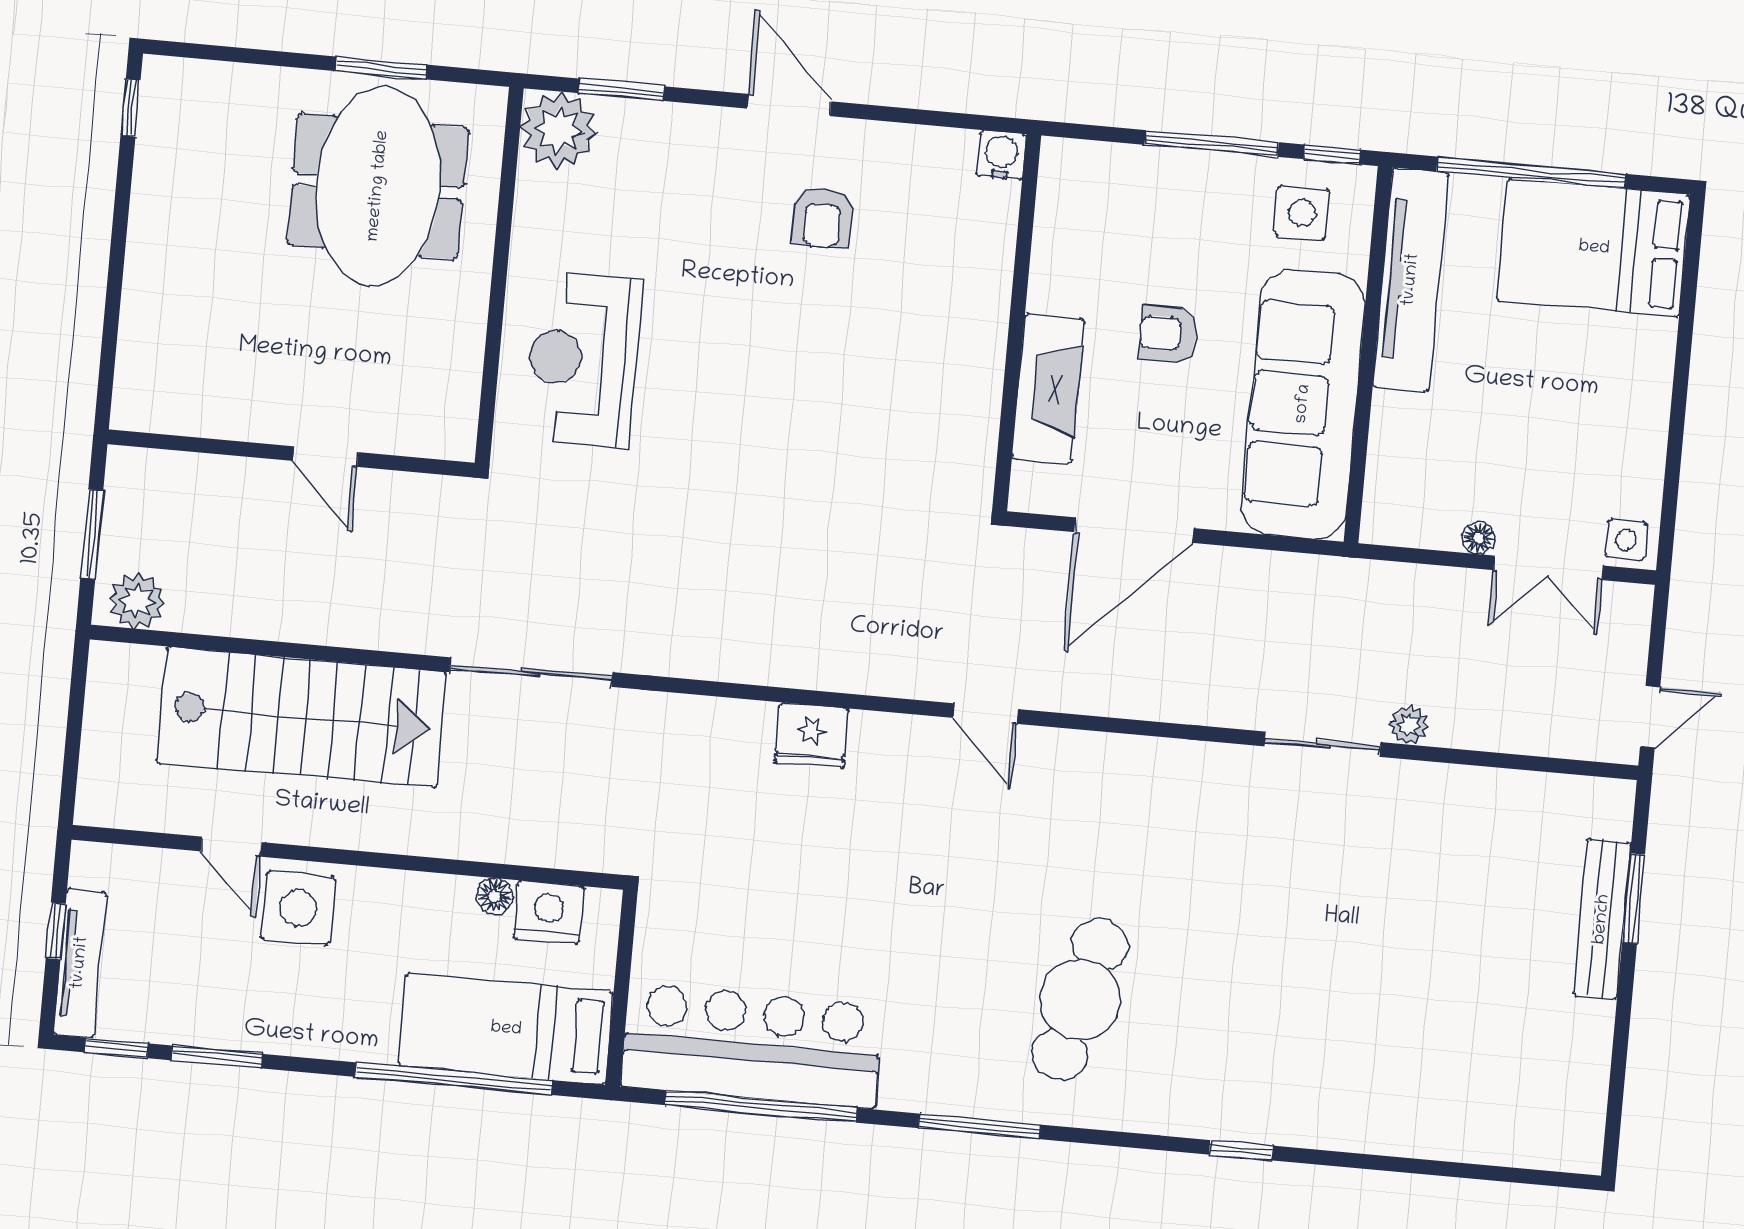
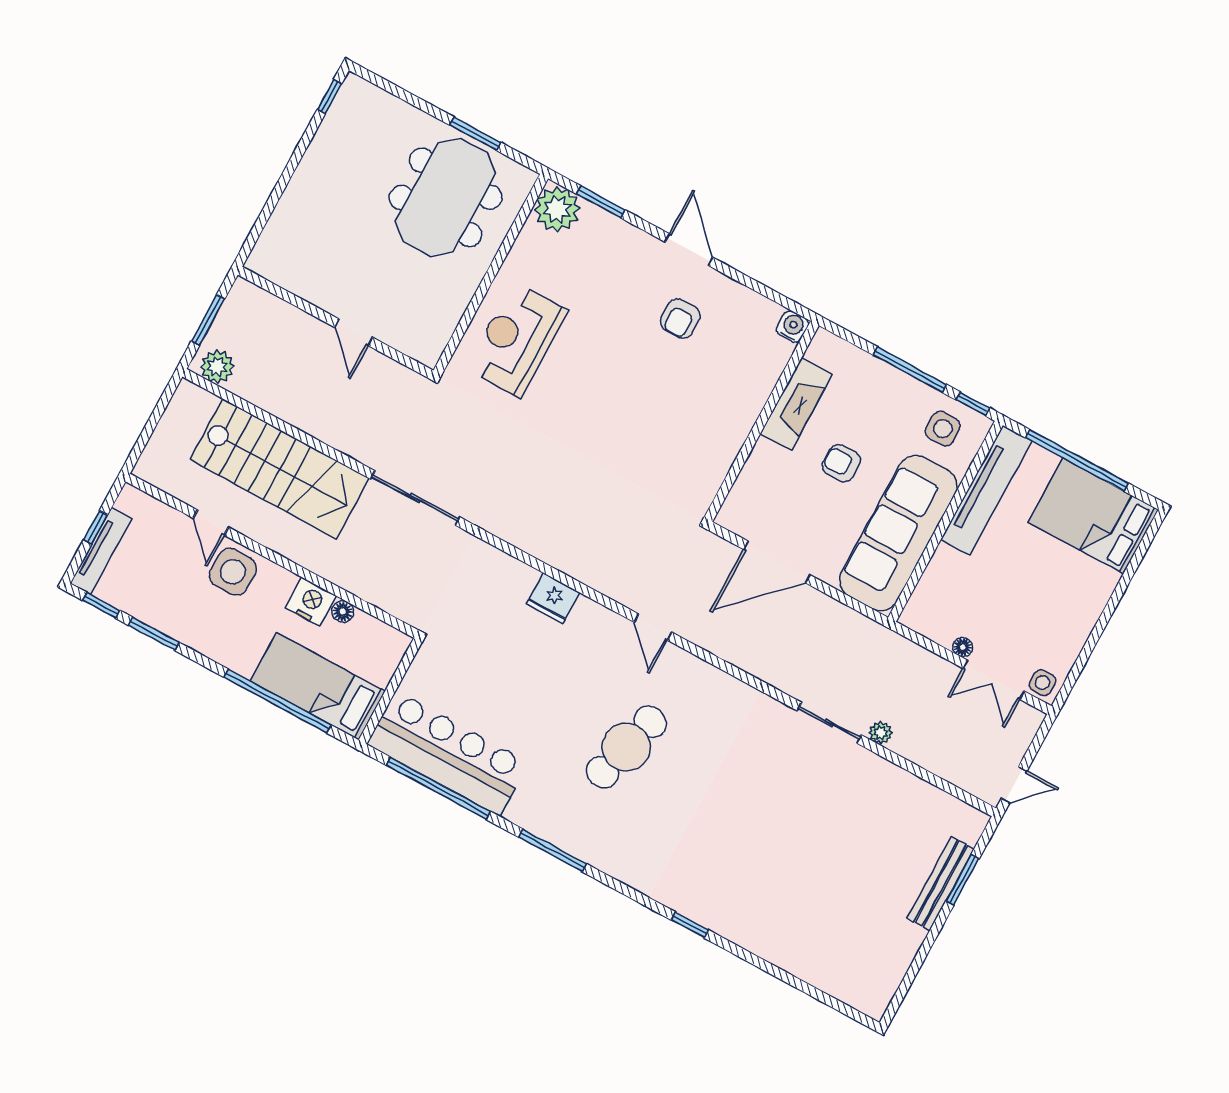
fireplace: (1048, 389) -> (796, 404), moved
nightstand: (549, 913) -> (311, 602), moved
cafe table: (1080, 999) -> (626, 747), moved

